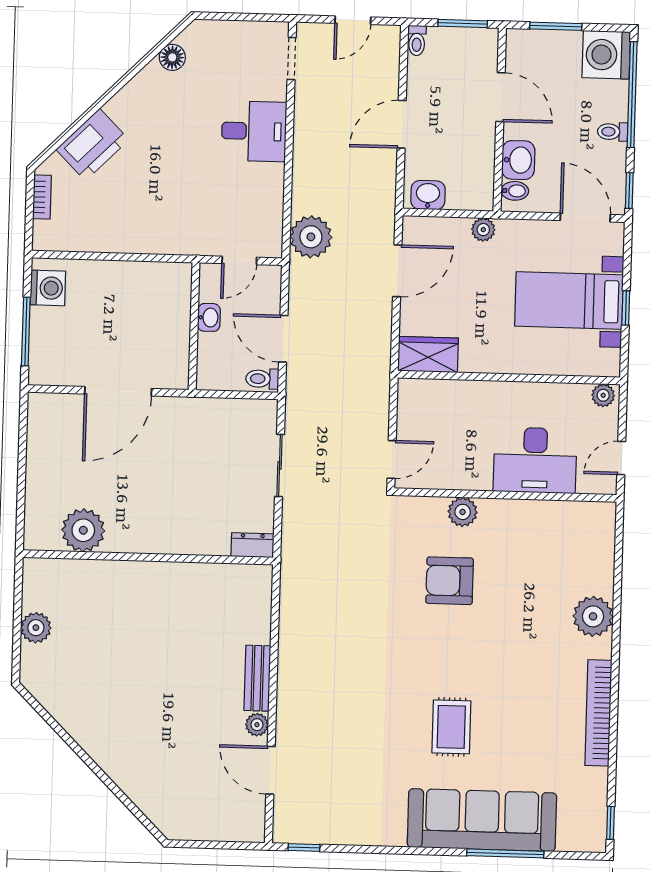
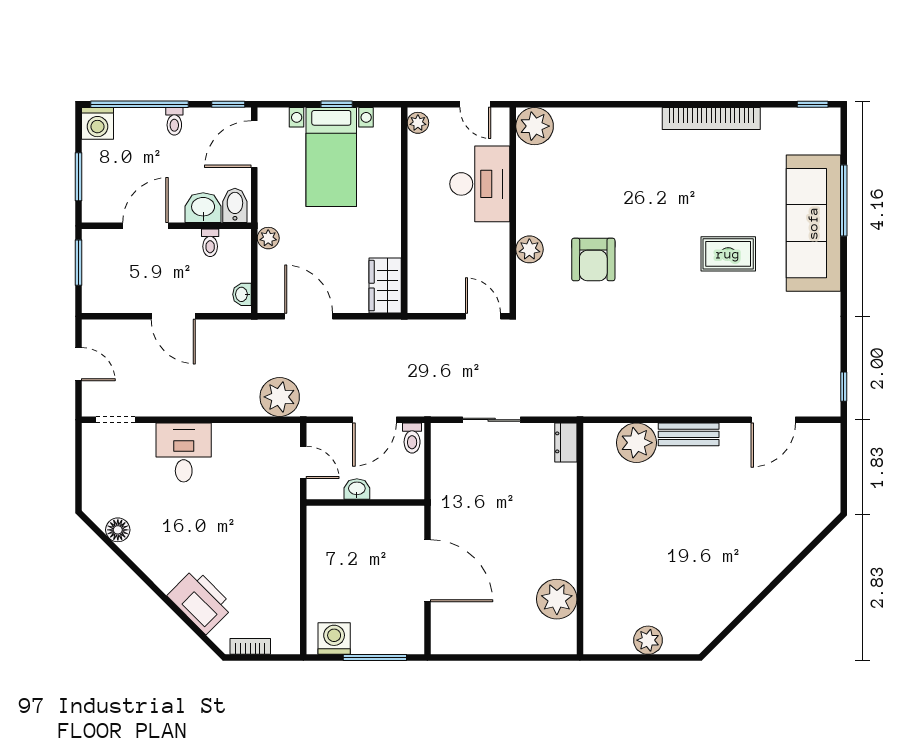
toilet: (417, 40) -> (210, 243), moved, turned 90
washing machine: (606, 55) -> (97, 123), width x0.73, depth x0.73
bidet: (515, 191) -> (235, 205), width x1.38, depth x1.36
washbasin: (428, 195) -> (242, 294), width x0.72, depth x0.69
plant: (593, 616) -> (535, 126), moved
plant: (257, 725) -> (636, 443), moved, width x1.88, depth x1.88

